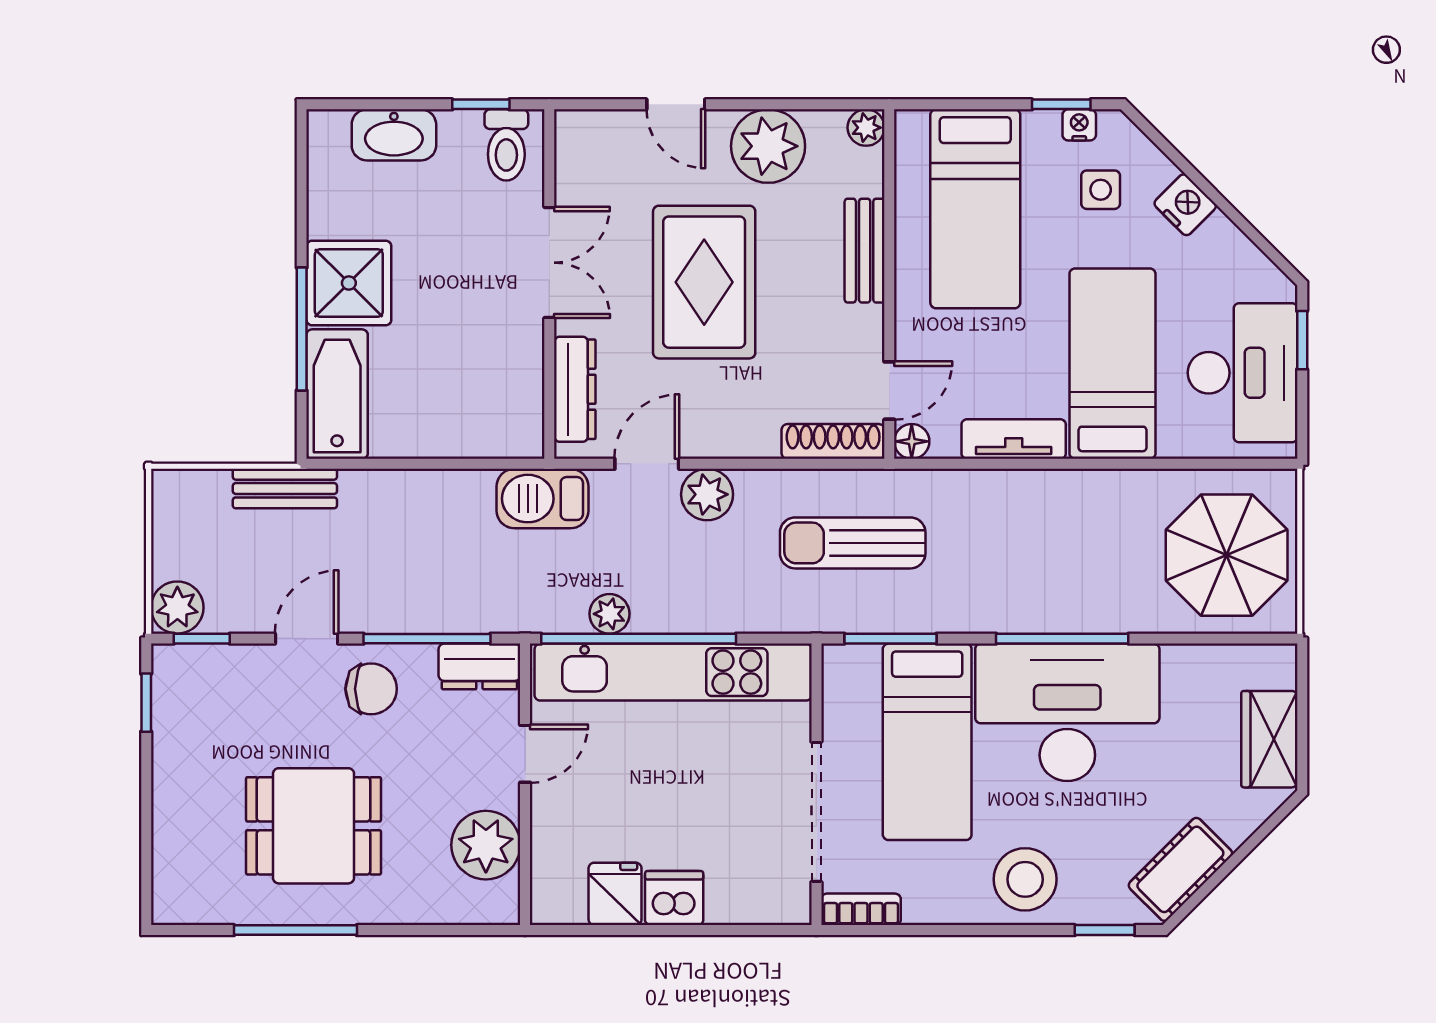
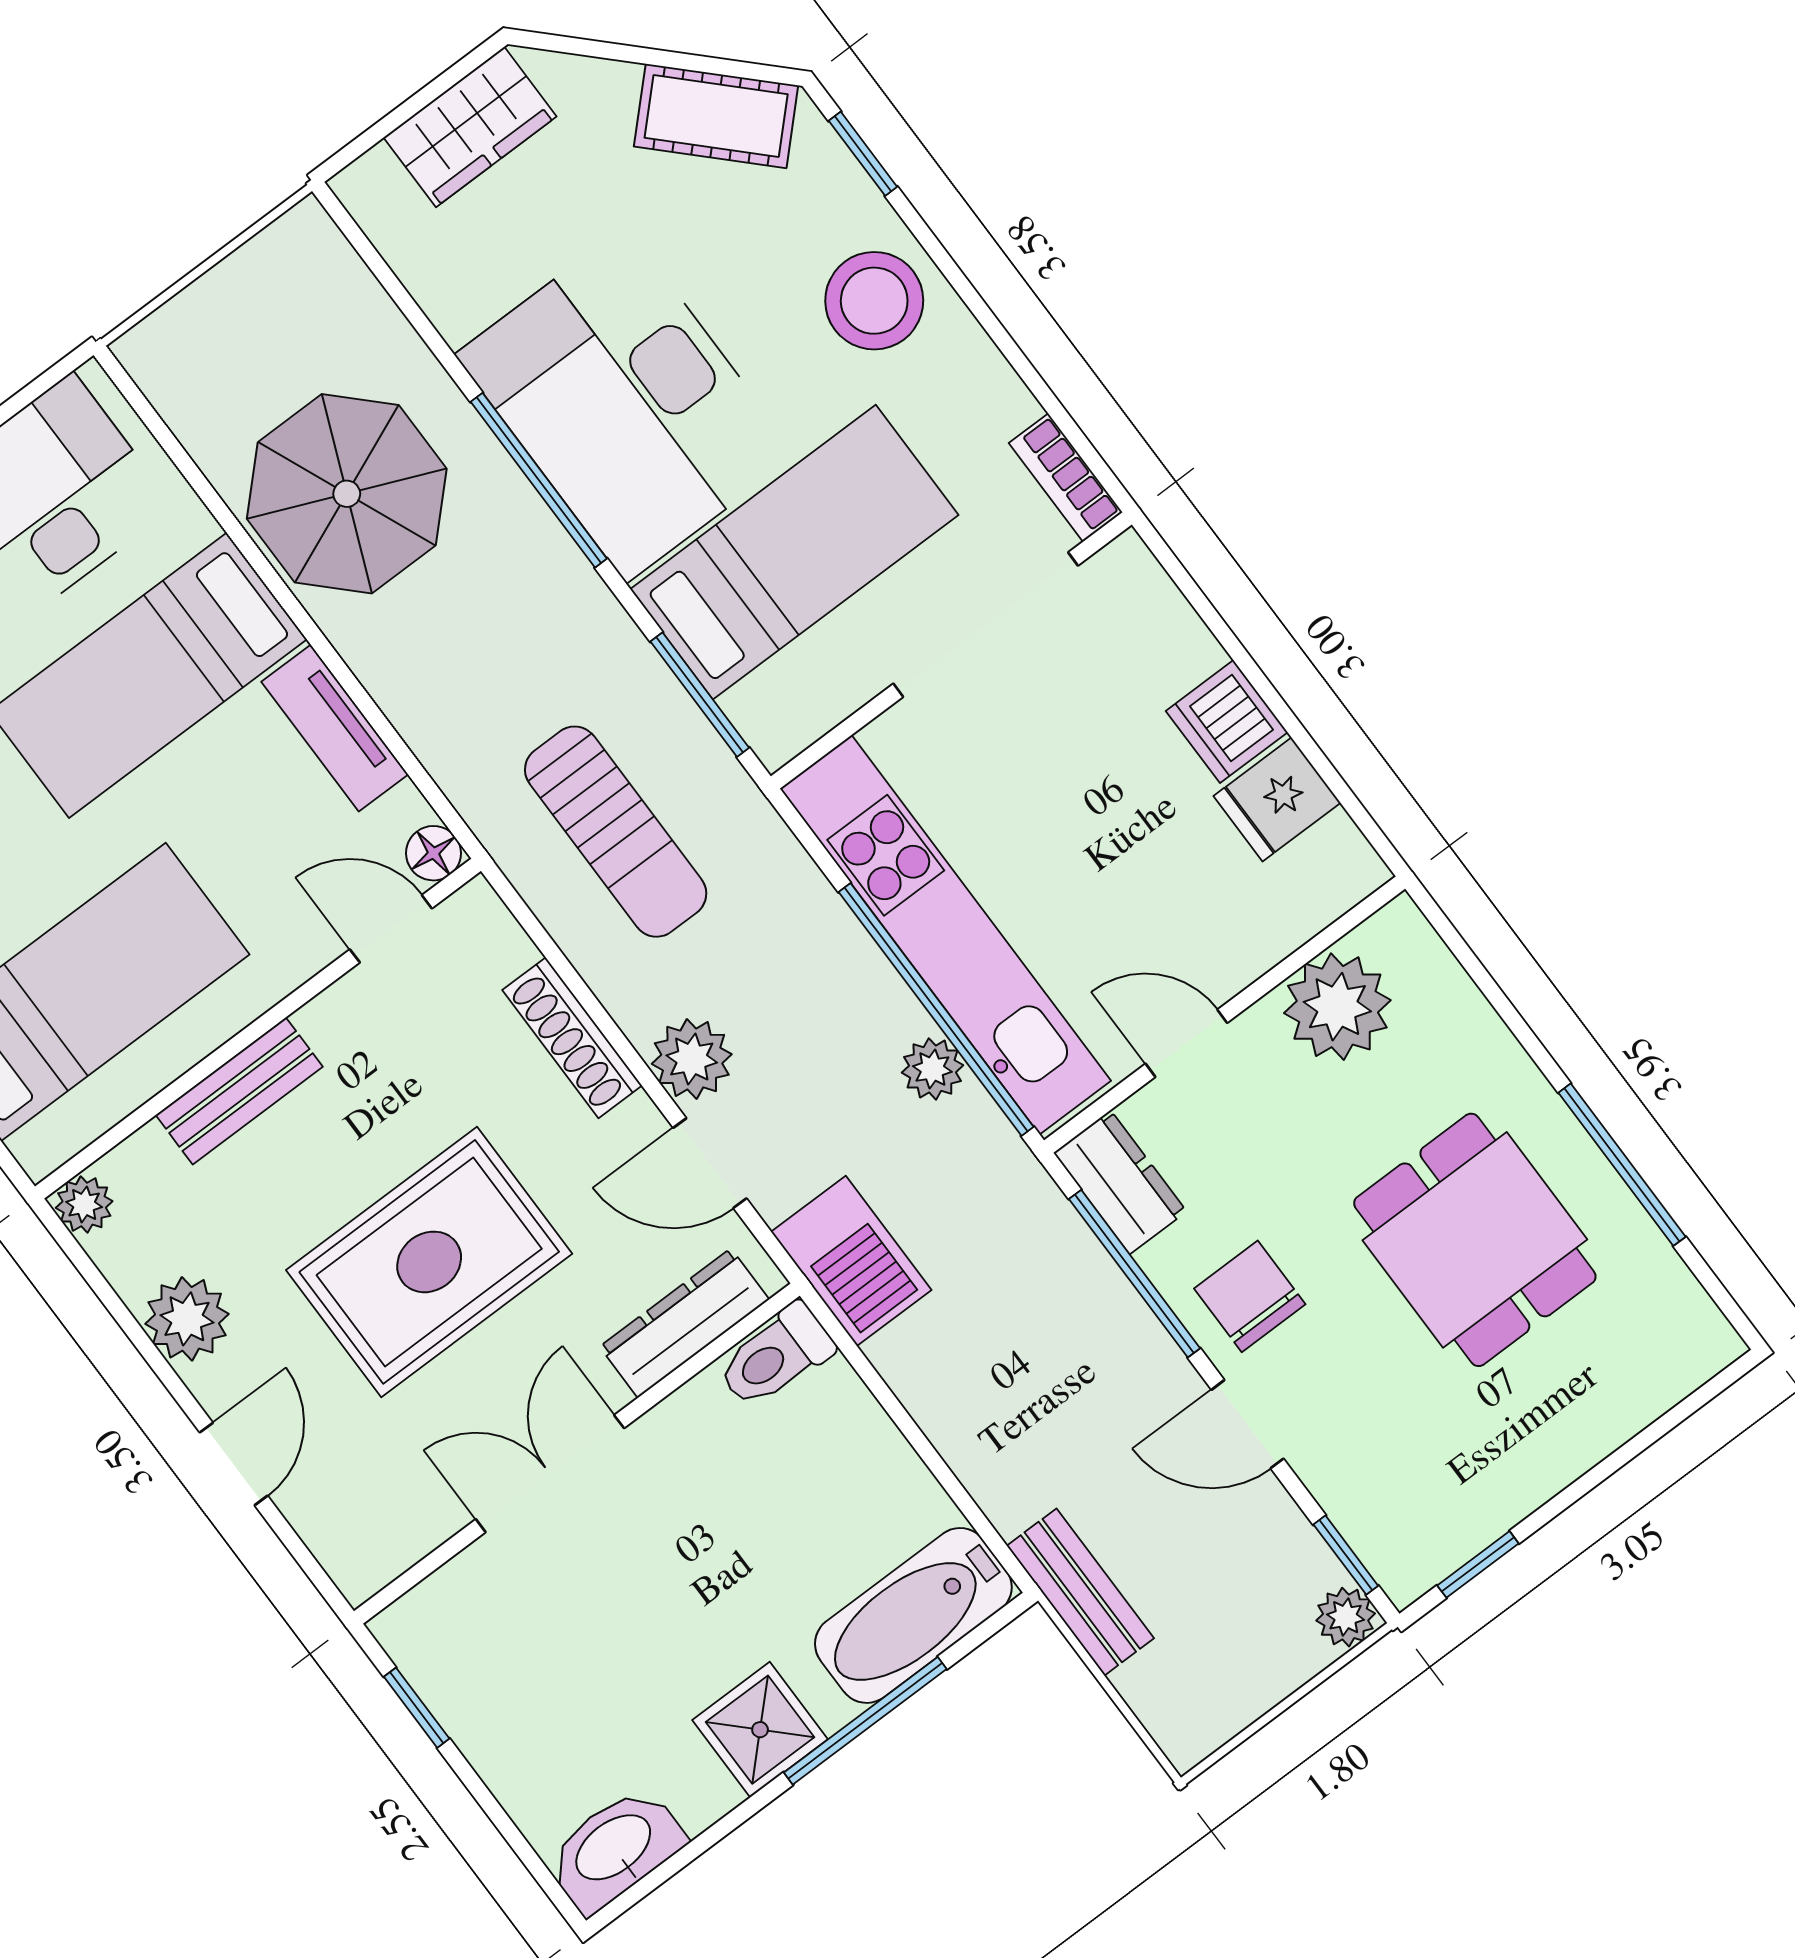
washbasin: (394, 135) -> (615, 1849), moved, turned -90
toilet: (506, 145) -> (776, 1356), moved, turned 180
plant: (768, 146) -> (187, 1319), width x0.73, depth x0.73
shower: (349, 283) -> (760, 1730), width x0.73, depth x0.73
shoe rack: (833, 441) -> (572, 1038), moved
parasol: (1227, 555) -> (347, 494), moved
plant: (177, 608) -> (1346, 1617), width x0.73, depth x0.73

